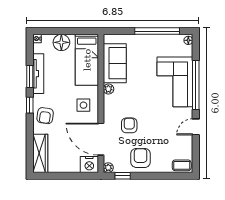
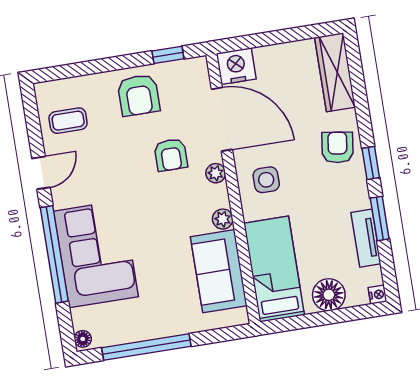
tv unit: (38, 74) -> (366, 238), width x0.71
coffee table: (182, 165) -> (68, 121), moved
plant: (108, 168) -> (216, 173), moved

